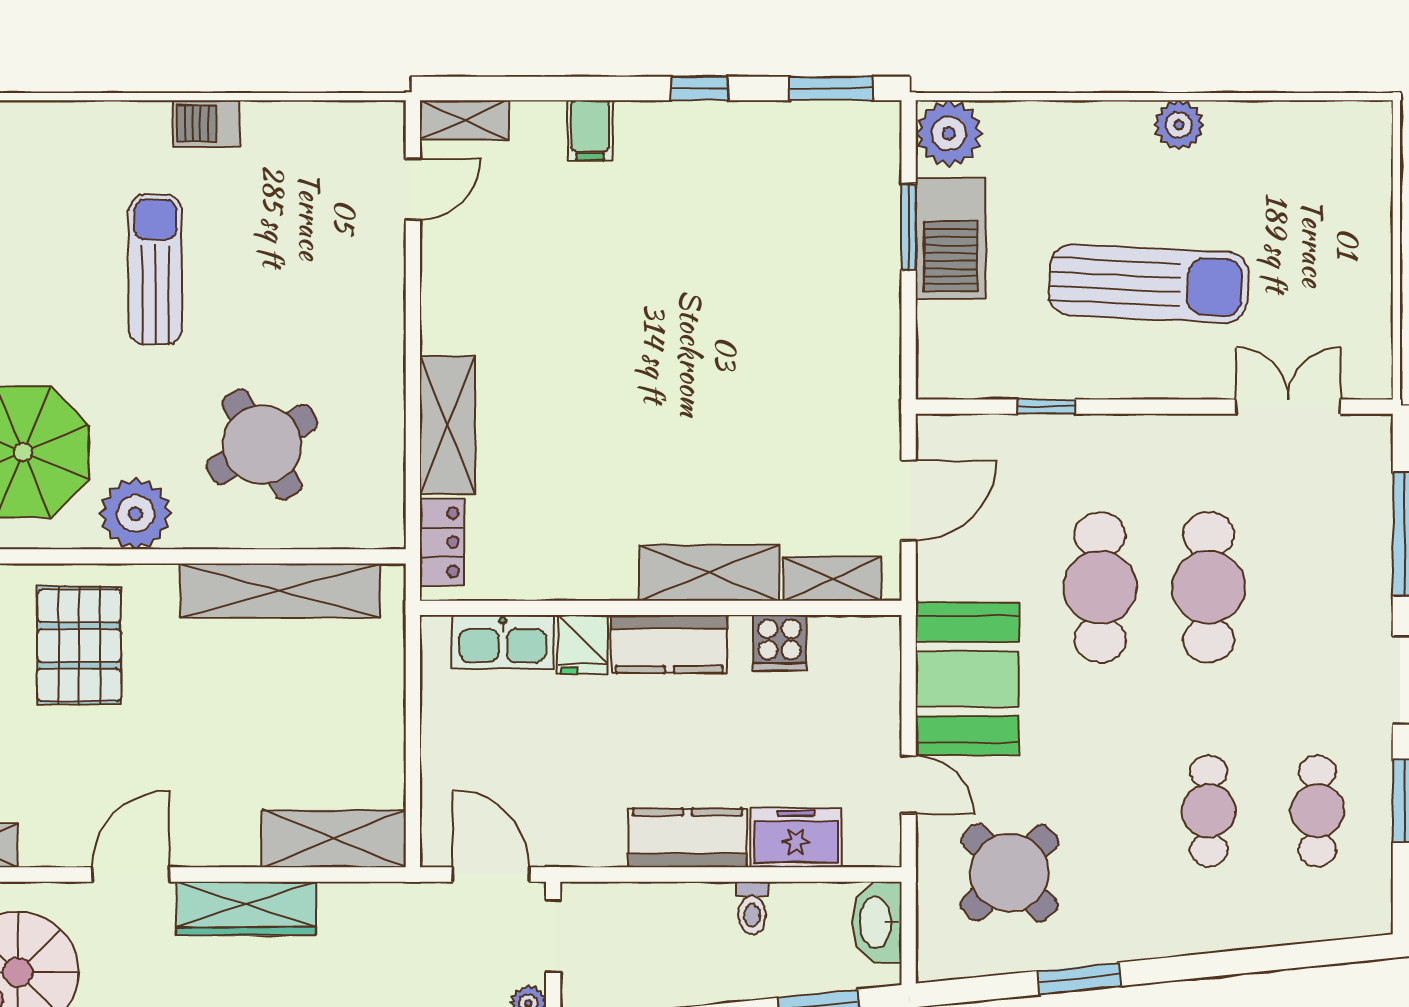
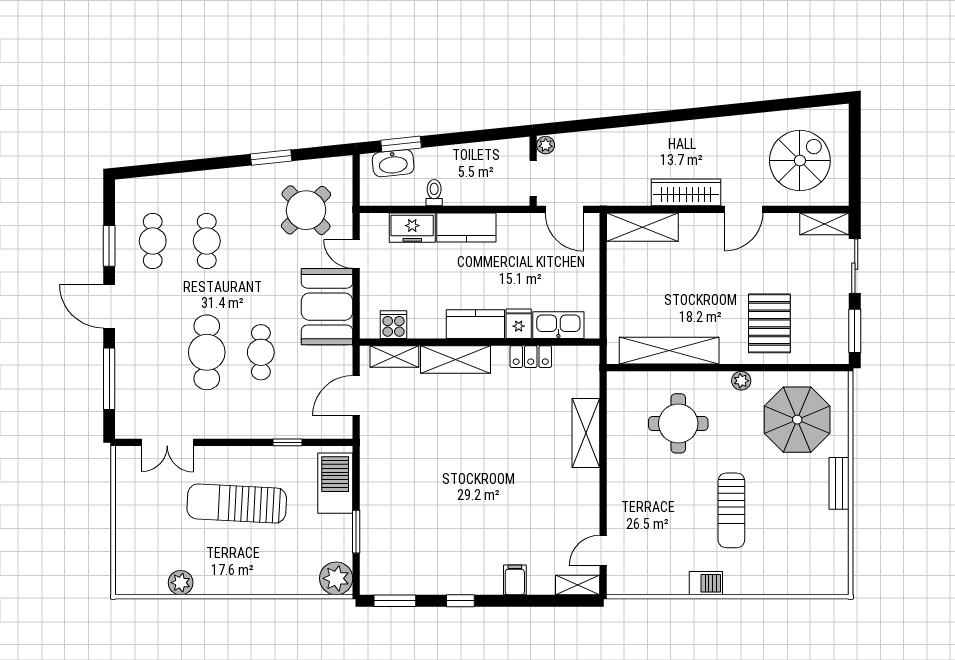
plant: (1179, 125) -> (181, 583), moved
barbecue: (951, 238) -> (335, 483), moved
round table: (262, 444) -> (678, 423), turned 31
plant: (135, 514) -> (741, 381), width x0.53, depth x0.53
locker: (442, 542) -> (531, 357), moved, turned -90
cafe table: (1100, 587) -> (261, 352), width x0.73, depth x0.74
cooker: (780, 643) -> (394, 325), moved
washbasin: (877, 922) -> (393, 163), moved, turned 84

